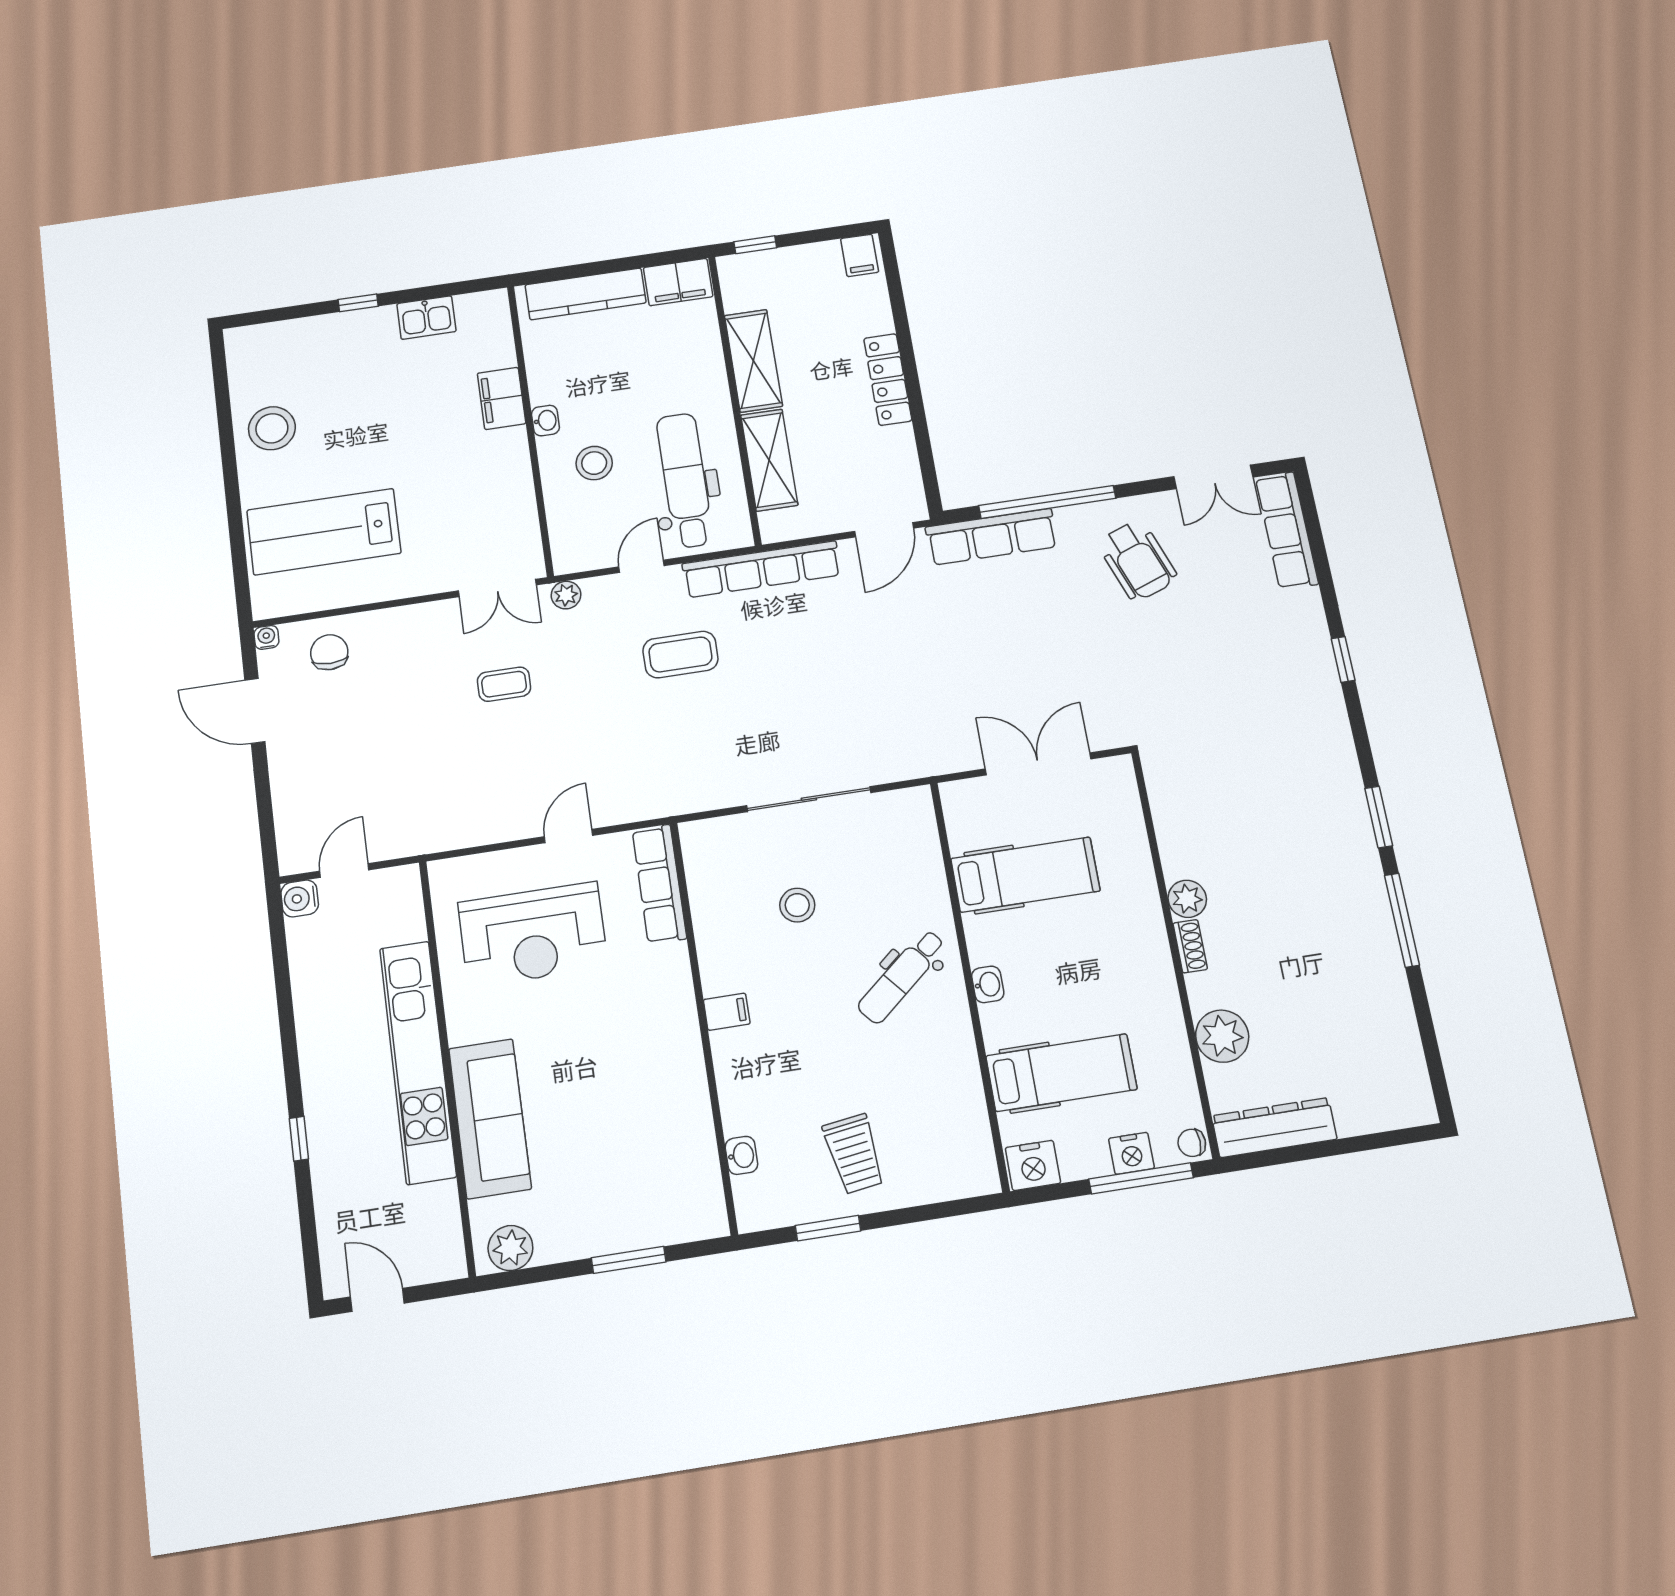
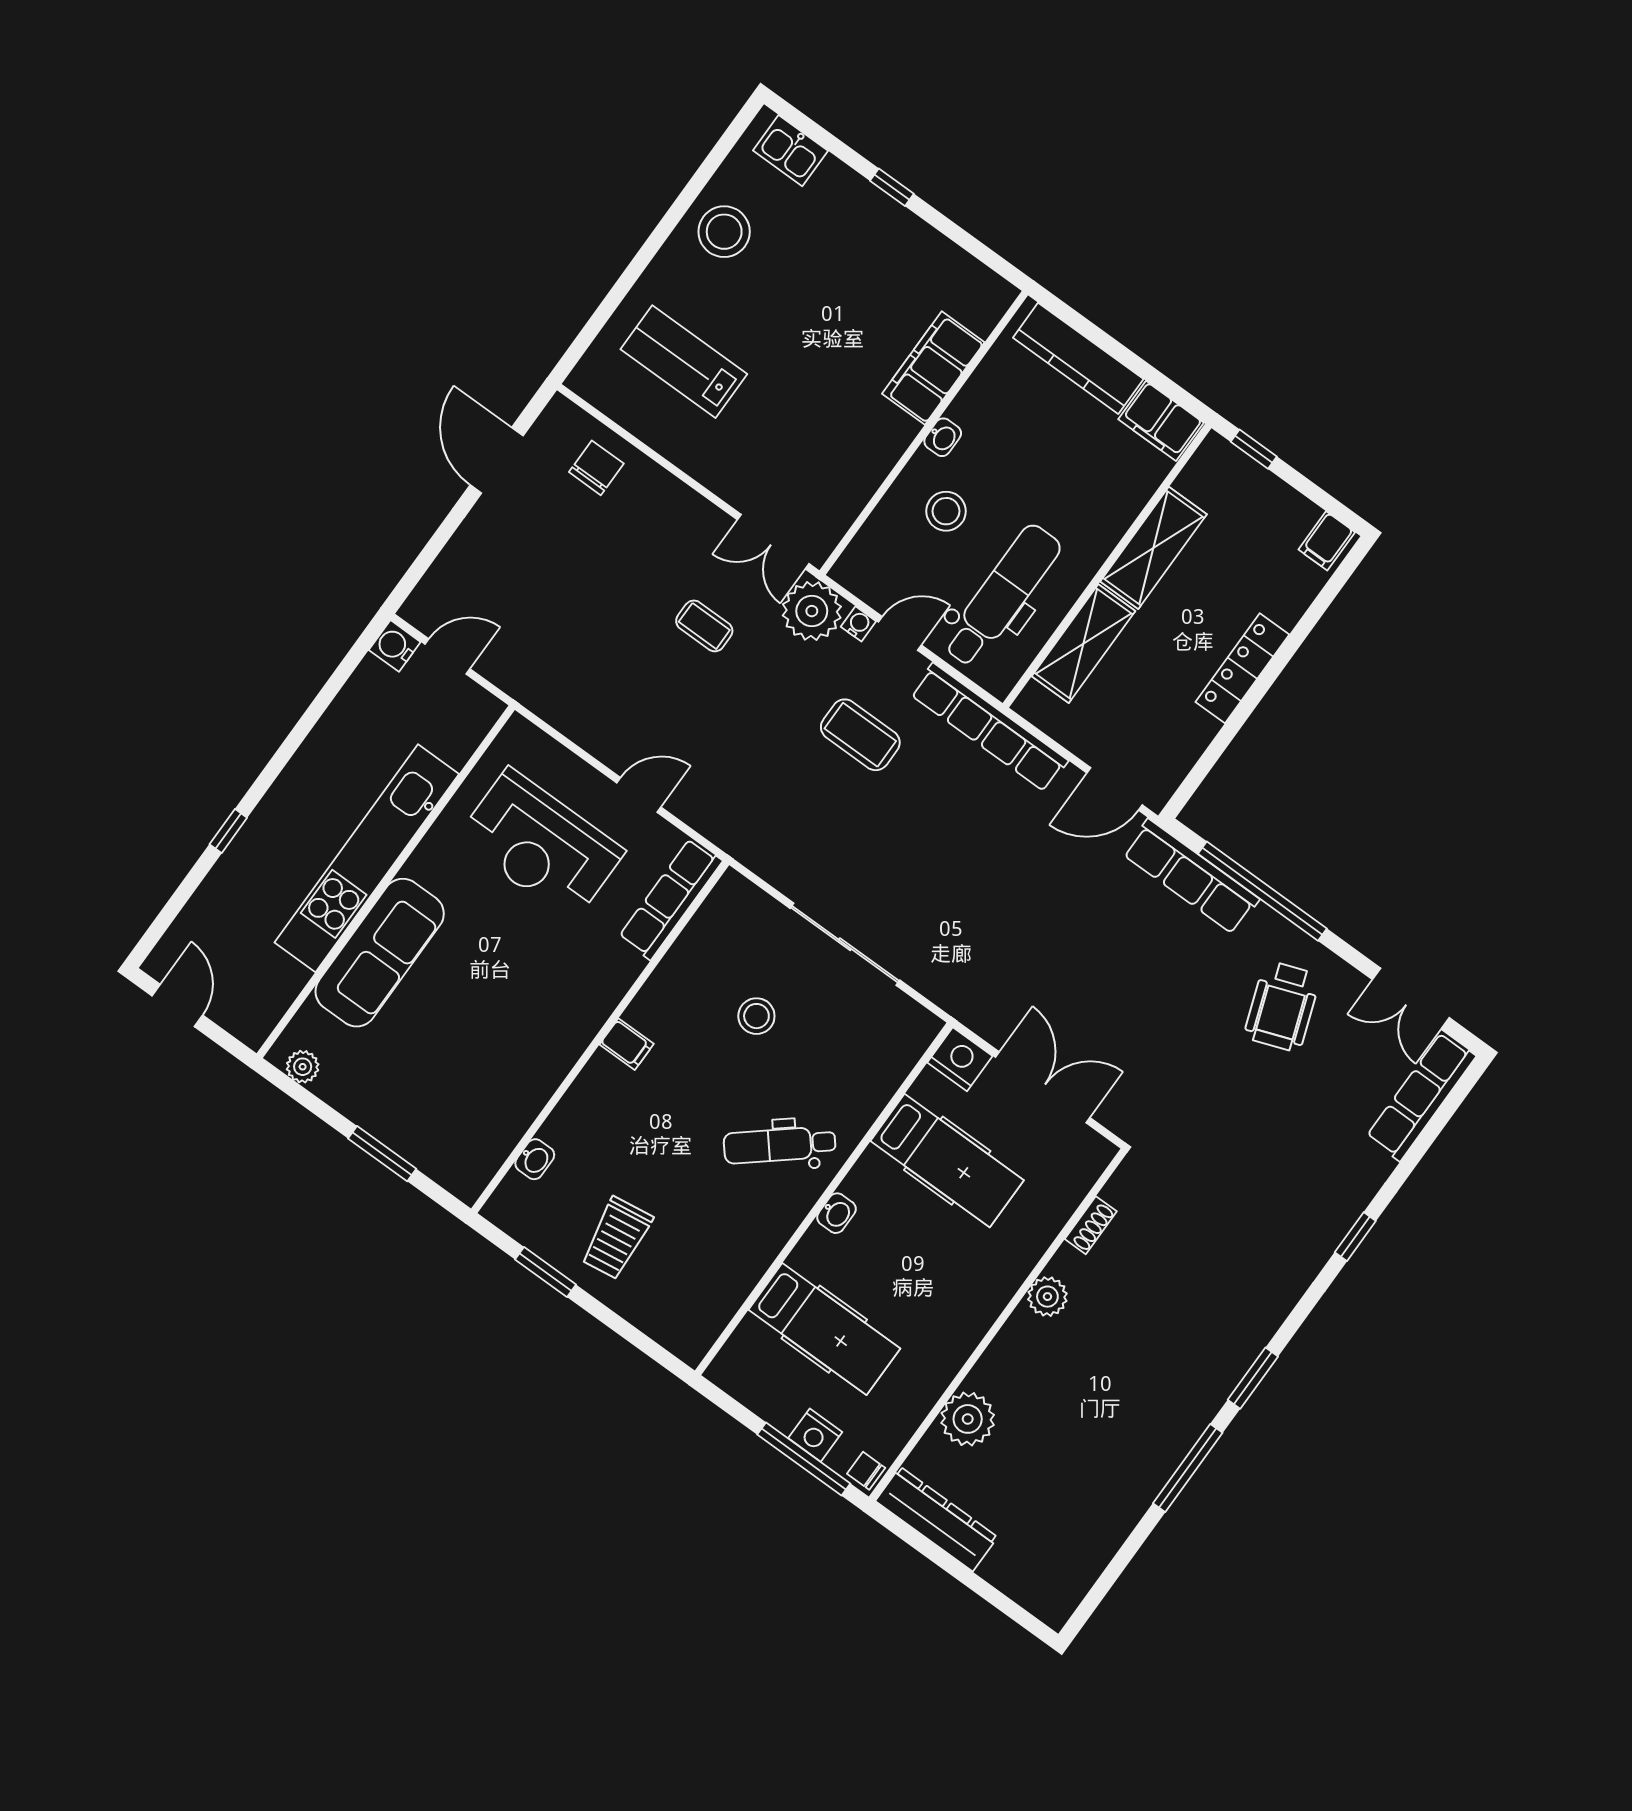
kitchen sink: (426, 318) -> (790, 151), moved
filing cabinet: (501, 398) -> (933, 368), width x1.50, depth x1.17
lab bench: (324, 532) -> (684, 362), width x0.73, depth x0.72
plant: (566, 595) -> (812, 611), width x1.87, depth x1.87
water cooler: (266, 637) -> (858, 624), moved
shoe rack: (1190, 946) -> (1091, 1225), moved
nightstand: (1033, 1165) -> (960, 1059), moved, turned 180
plant: (510, 1248) -> (303, 1067), width x0.73, depth x0.73

